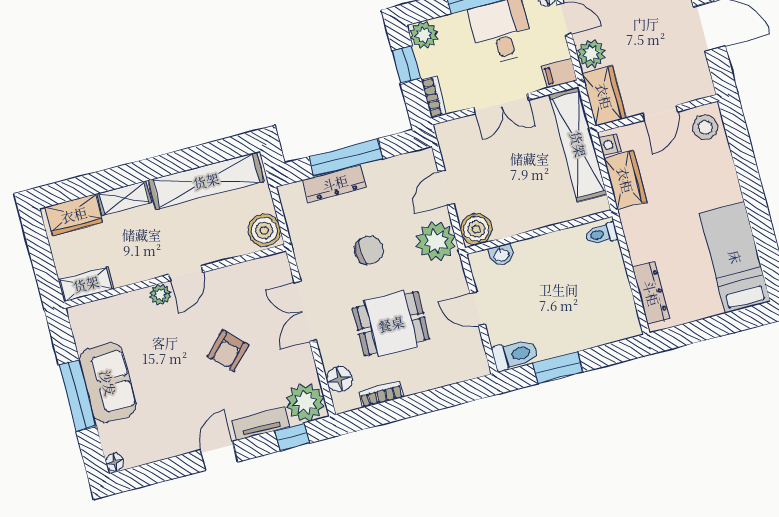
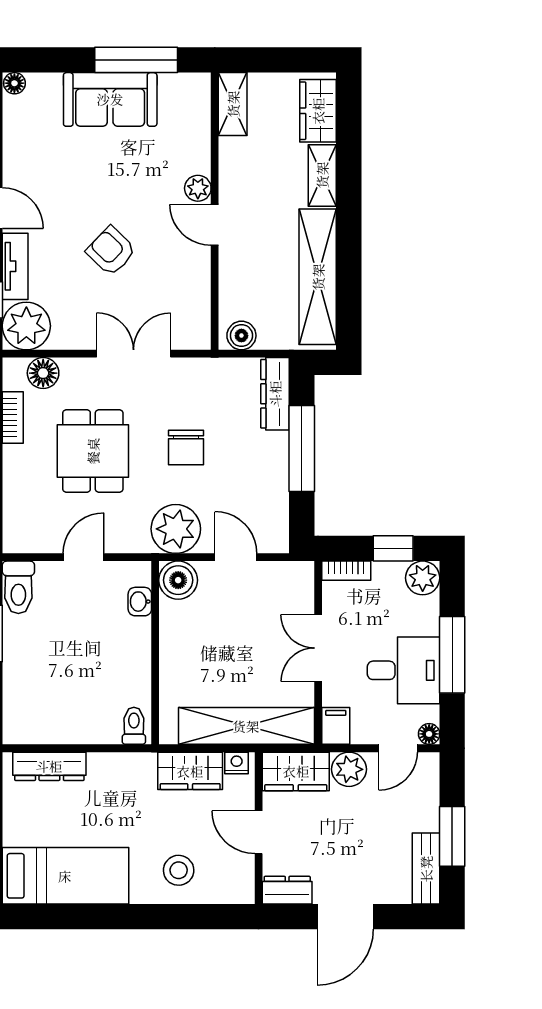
dresser: (700, 78) -> (287, 890), added
stool: (705, 127) -> (179, 870), moved
dresser: (335, 183) -> (275, 394), moved
boiler: (264, 230) -> (241, 336), width x0.73, depth x0.73
window: (78, 396) -> (136, 60), moved

